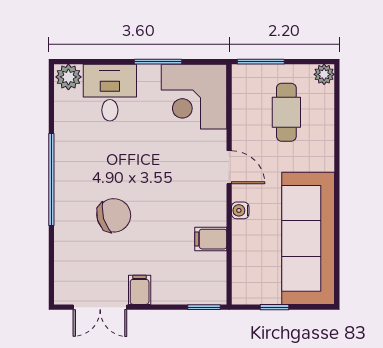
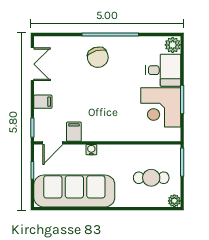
corner desk: (194, 97) -> (161, 107), moved, turned -90
door: (229, 167) -> (53, 143), moved
chair: (114, 215) -> (98, 57), moved
filing cabinet: (140, 290) -> (43, 102), moved
double door: (100, 307) -> (32, 64), swing flipped

